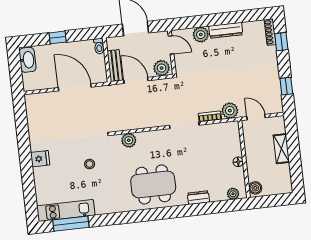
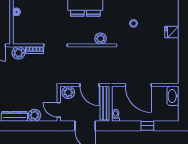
washbasin: (27, 60) -> (173, 96), moved
bench: (115, 66) -> (105, 103), width x1.36

